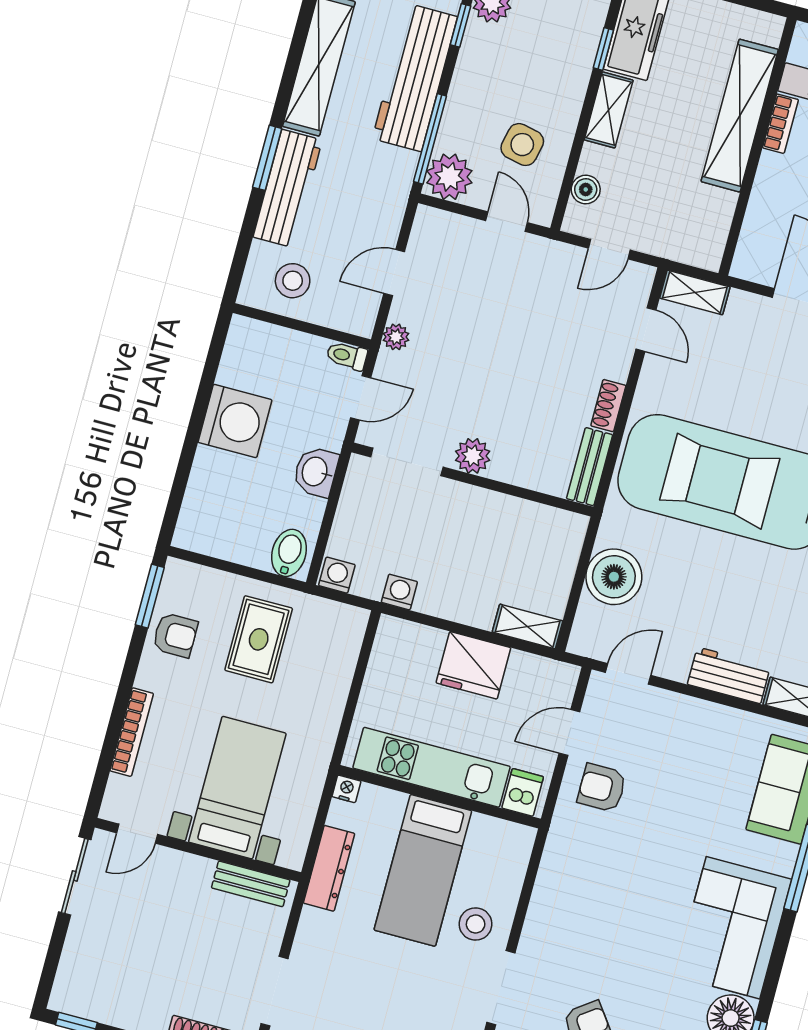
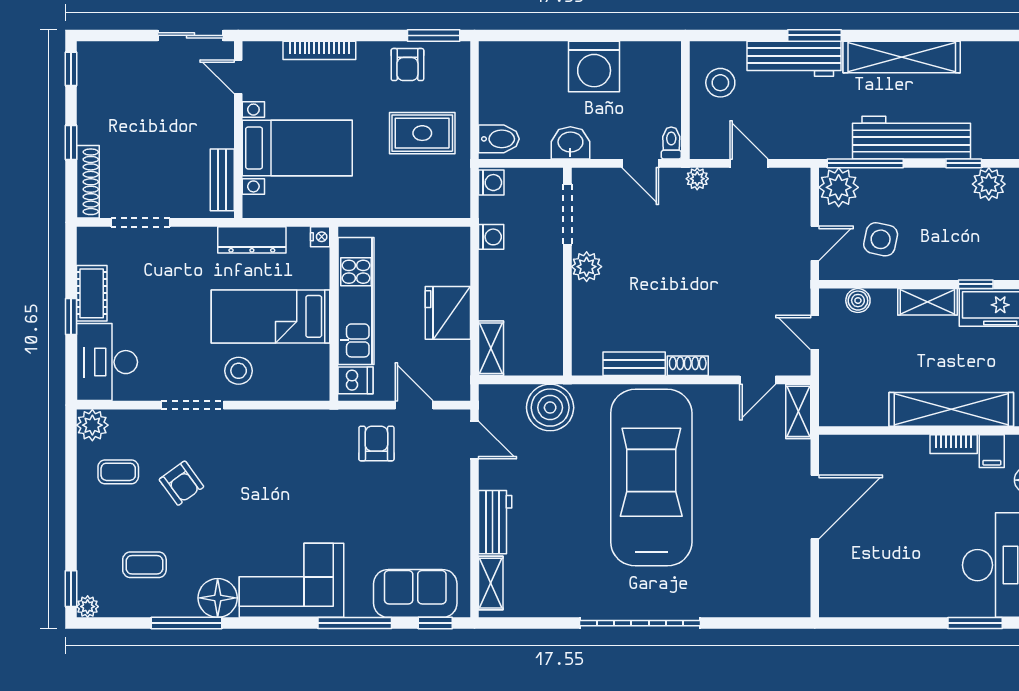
plant: (473, 456) -> (587, 267), moved
doorway: (407, 462) -> (567, 215), moved
wall: (472, 479) -> (567, 272), moved

